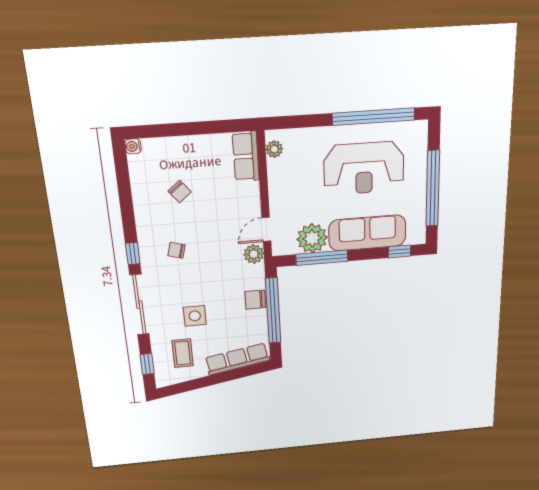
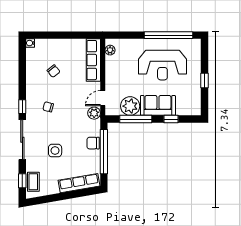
row of seats: (246, 156) -> (93, 60), width x1.48
window: (433, 189) -> (205, 81), width x0.32
sofa: (367, 233) -> (158, 105), width x0.73
window: (400, 251) -> (171, 119), moved
coffee table: (183, 353) -> (33, 182), moved

